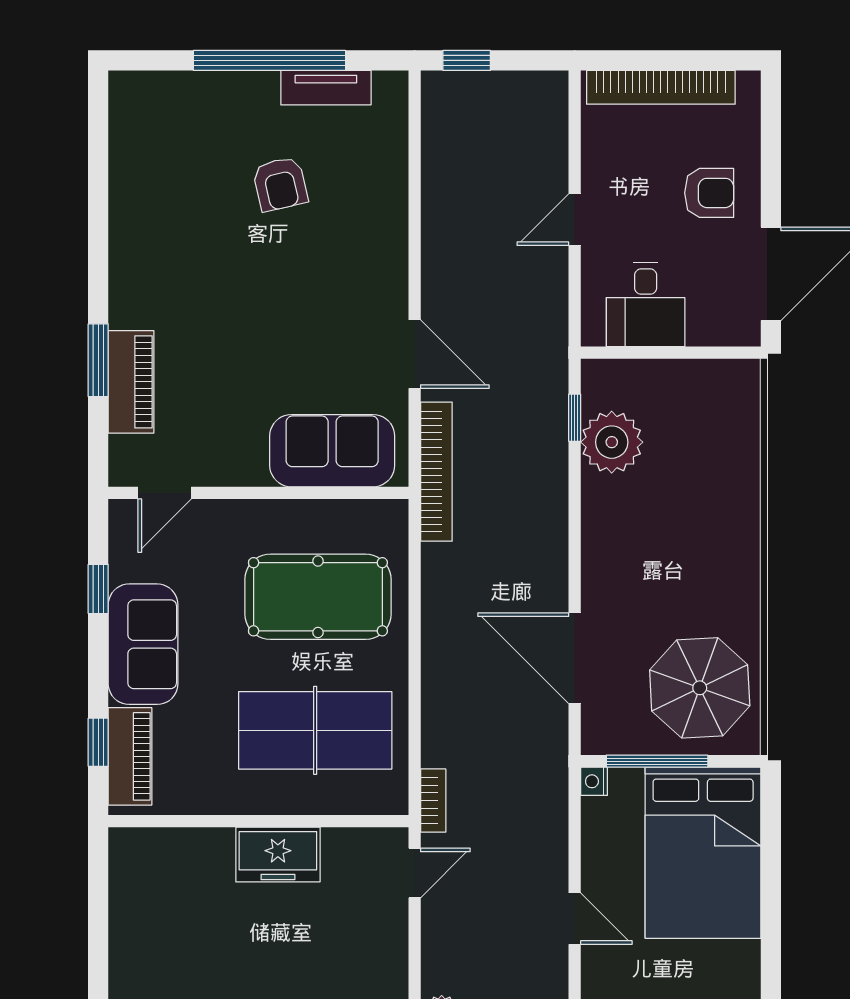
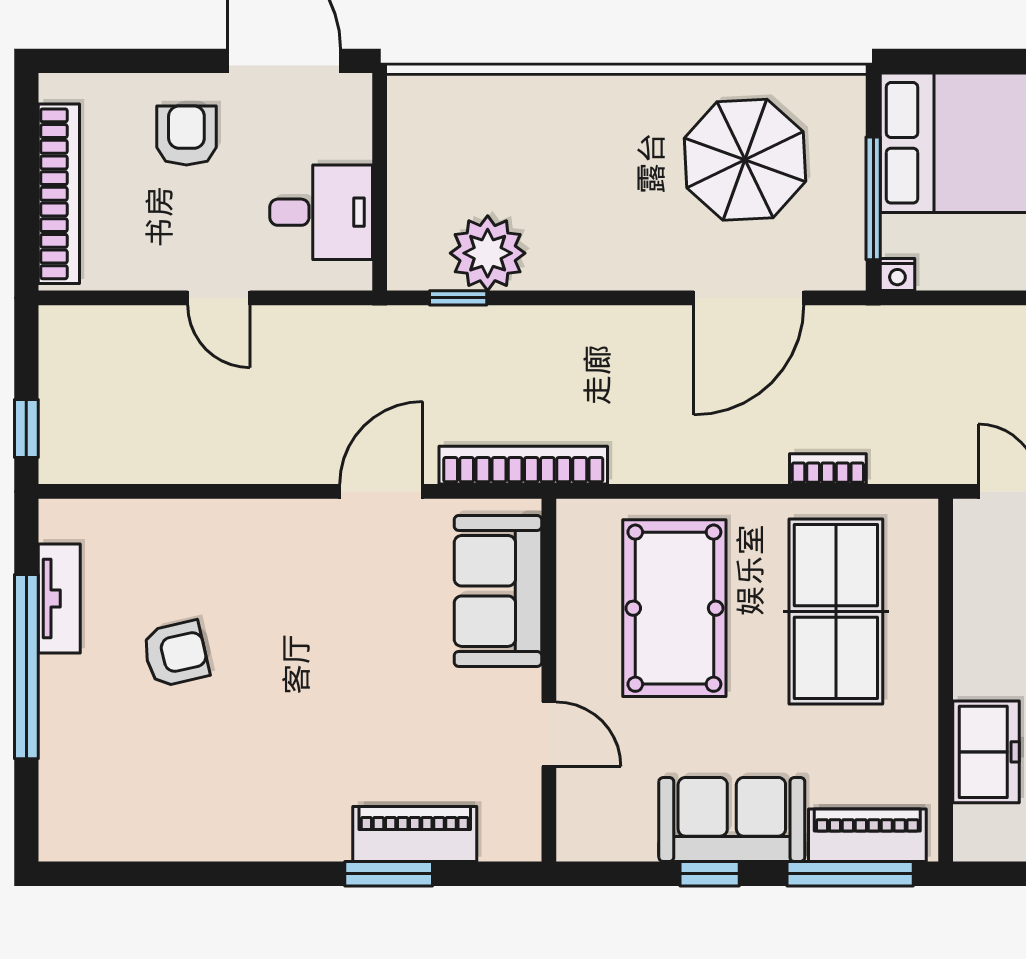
door: (165, 493) -> (549, 734), moved
window: (98, 589) -> (710, 874), moved
parasol: (700, 688) -> (745, 160), moved
window: (98, 742) -> (850, 874), width x2.17
bookcase: (433, 801) -> (828, 469), moved
freezer: (278, 855) -> (986, 752), moved

